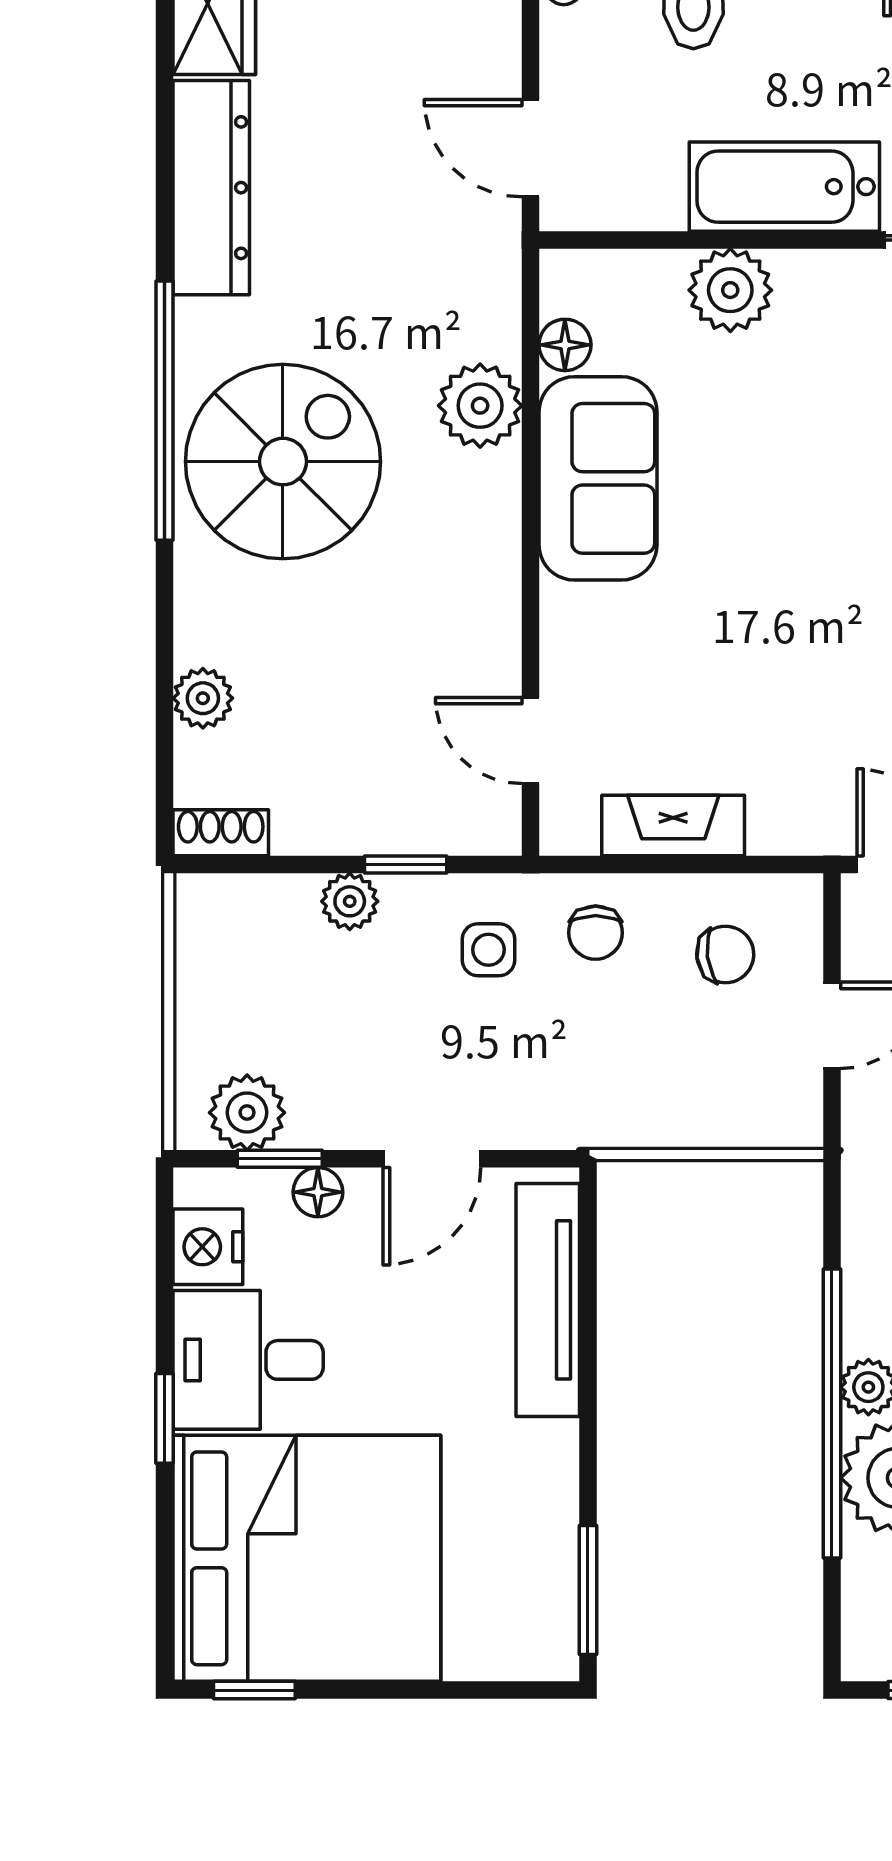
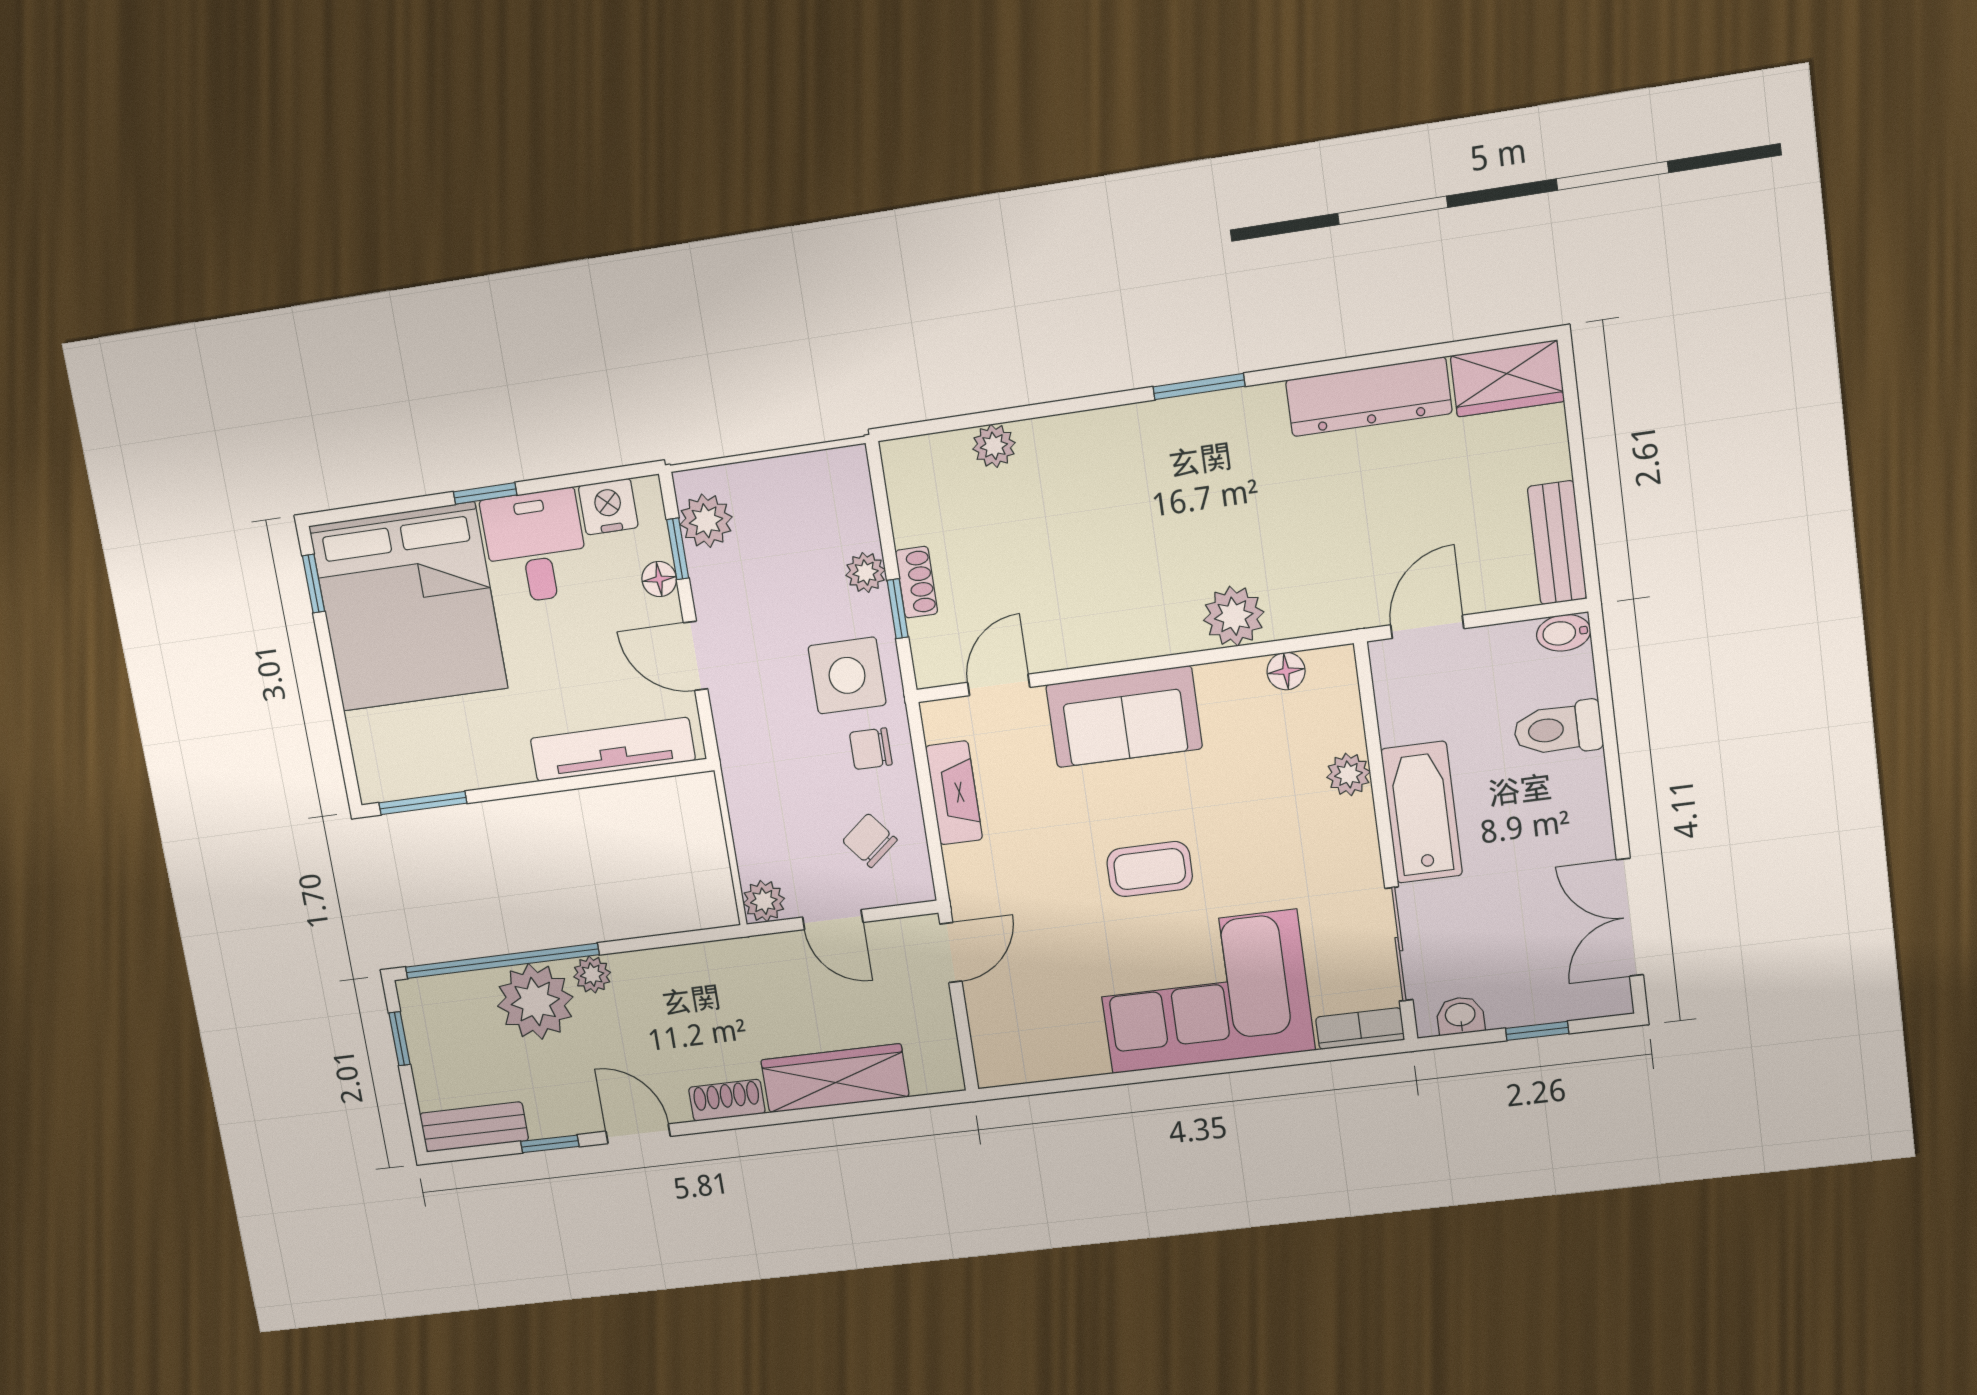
plant: (730, 290) -> (1349, 774), width x0.73, depth x0.73
window: (164, 411) -> (1199, 387), width x0.47
spiral stairs: (283, 462) -> (1174, 479), removed
sofa: (598, 478) -> (1124, 717), moved
coffee table: (816, 569) -> (1150, 869), added
shoe rack: (221, 833) -> (916, 582), moved
side table: (489, 950) -> (847, 675), width x1.87, depth x1.87
chair: (725, 955) -> (870, 840), turned 148
plant: (793, 1120) -> (764, 901), added
window: (832, 1414) -> (502, 961), moved

